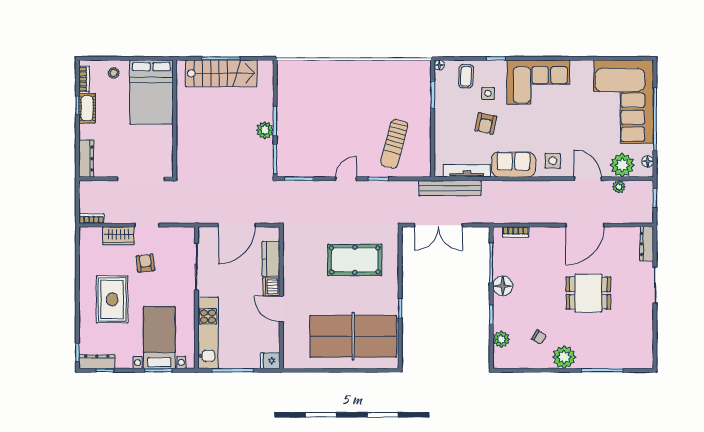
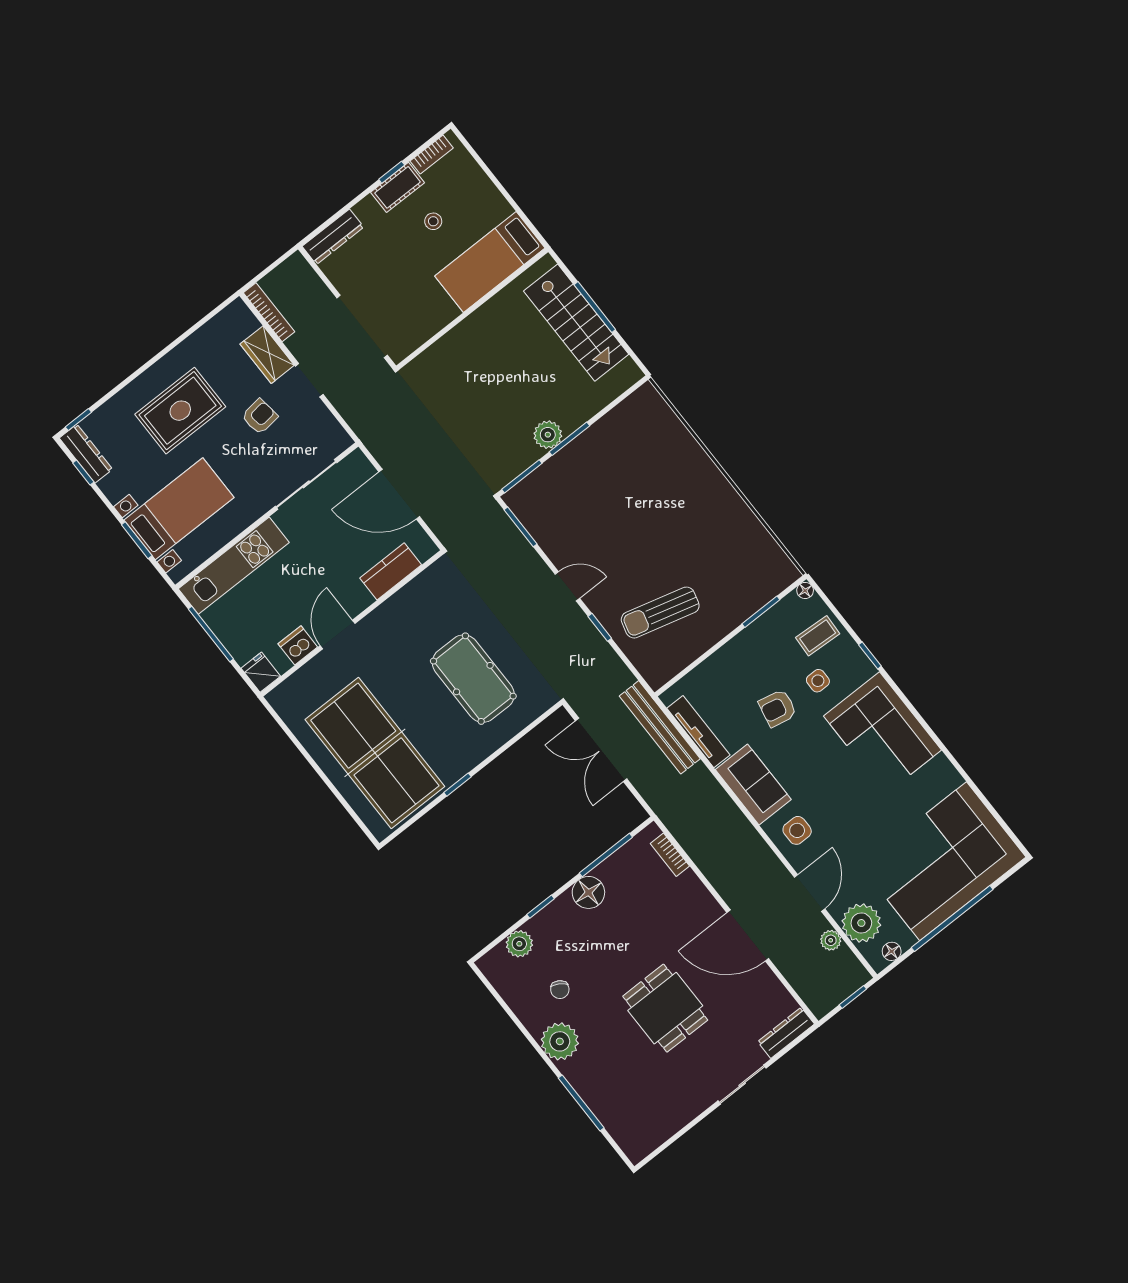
stool: (114, 73) -> (433, 221), moved
bed: (151, 92) -> (490, 262), width x0.67
bookcase: (91, 219) -> (269, 312), width x1.56
dishwasher: (271, 287) -> (298, 645), moved

